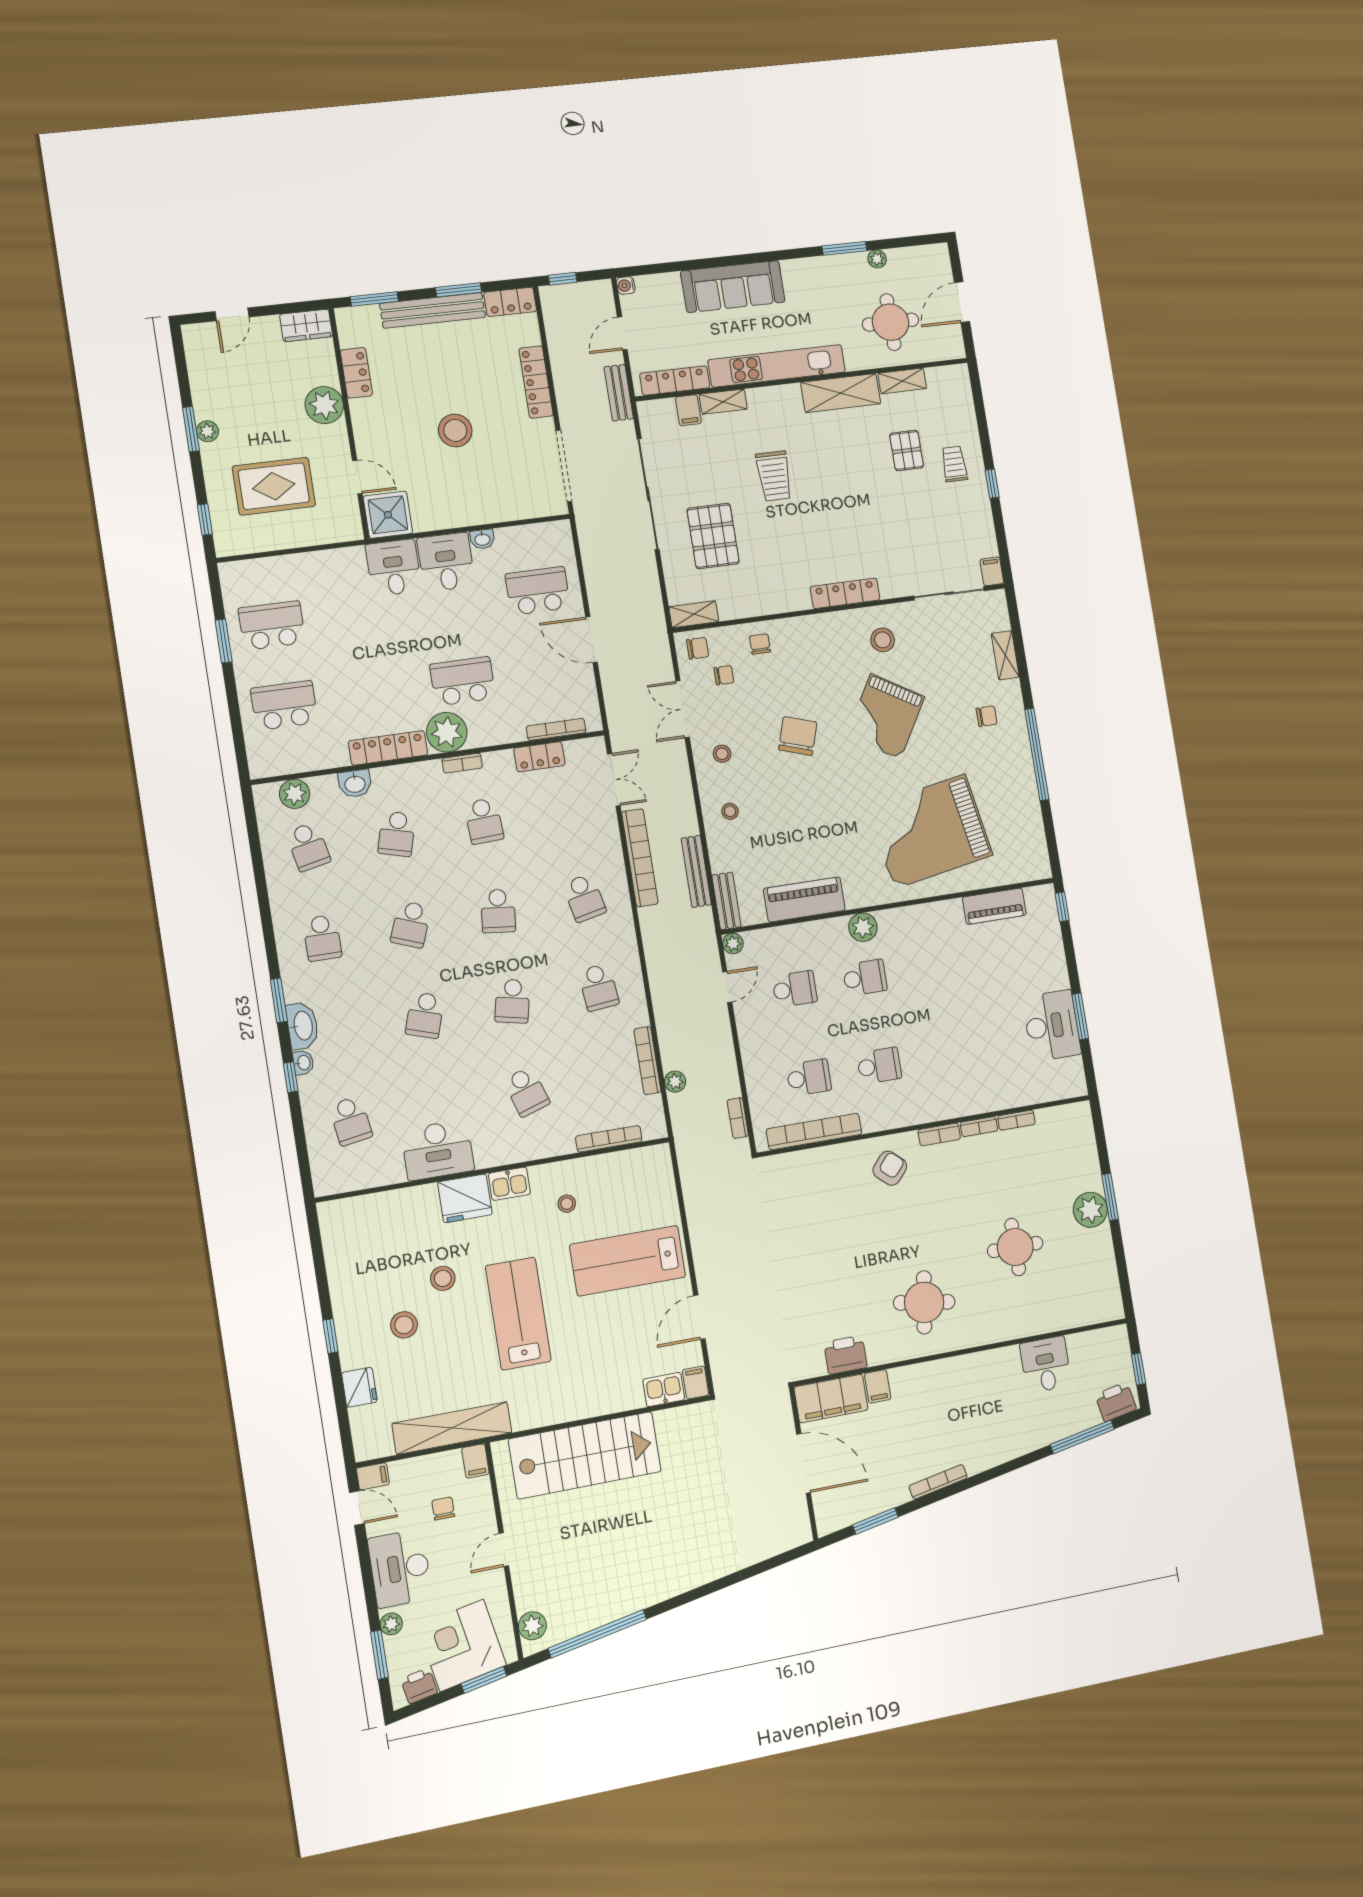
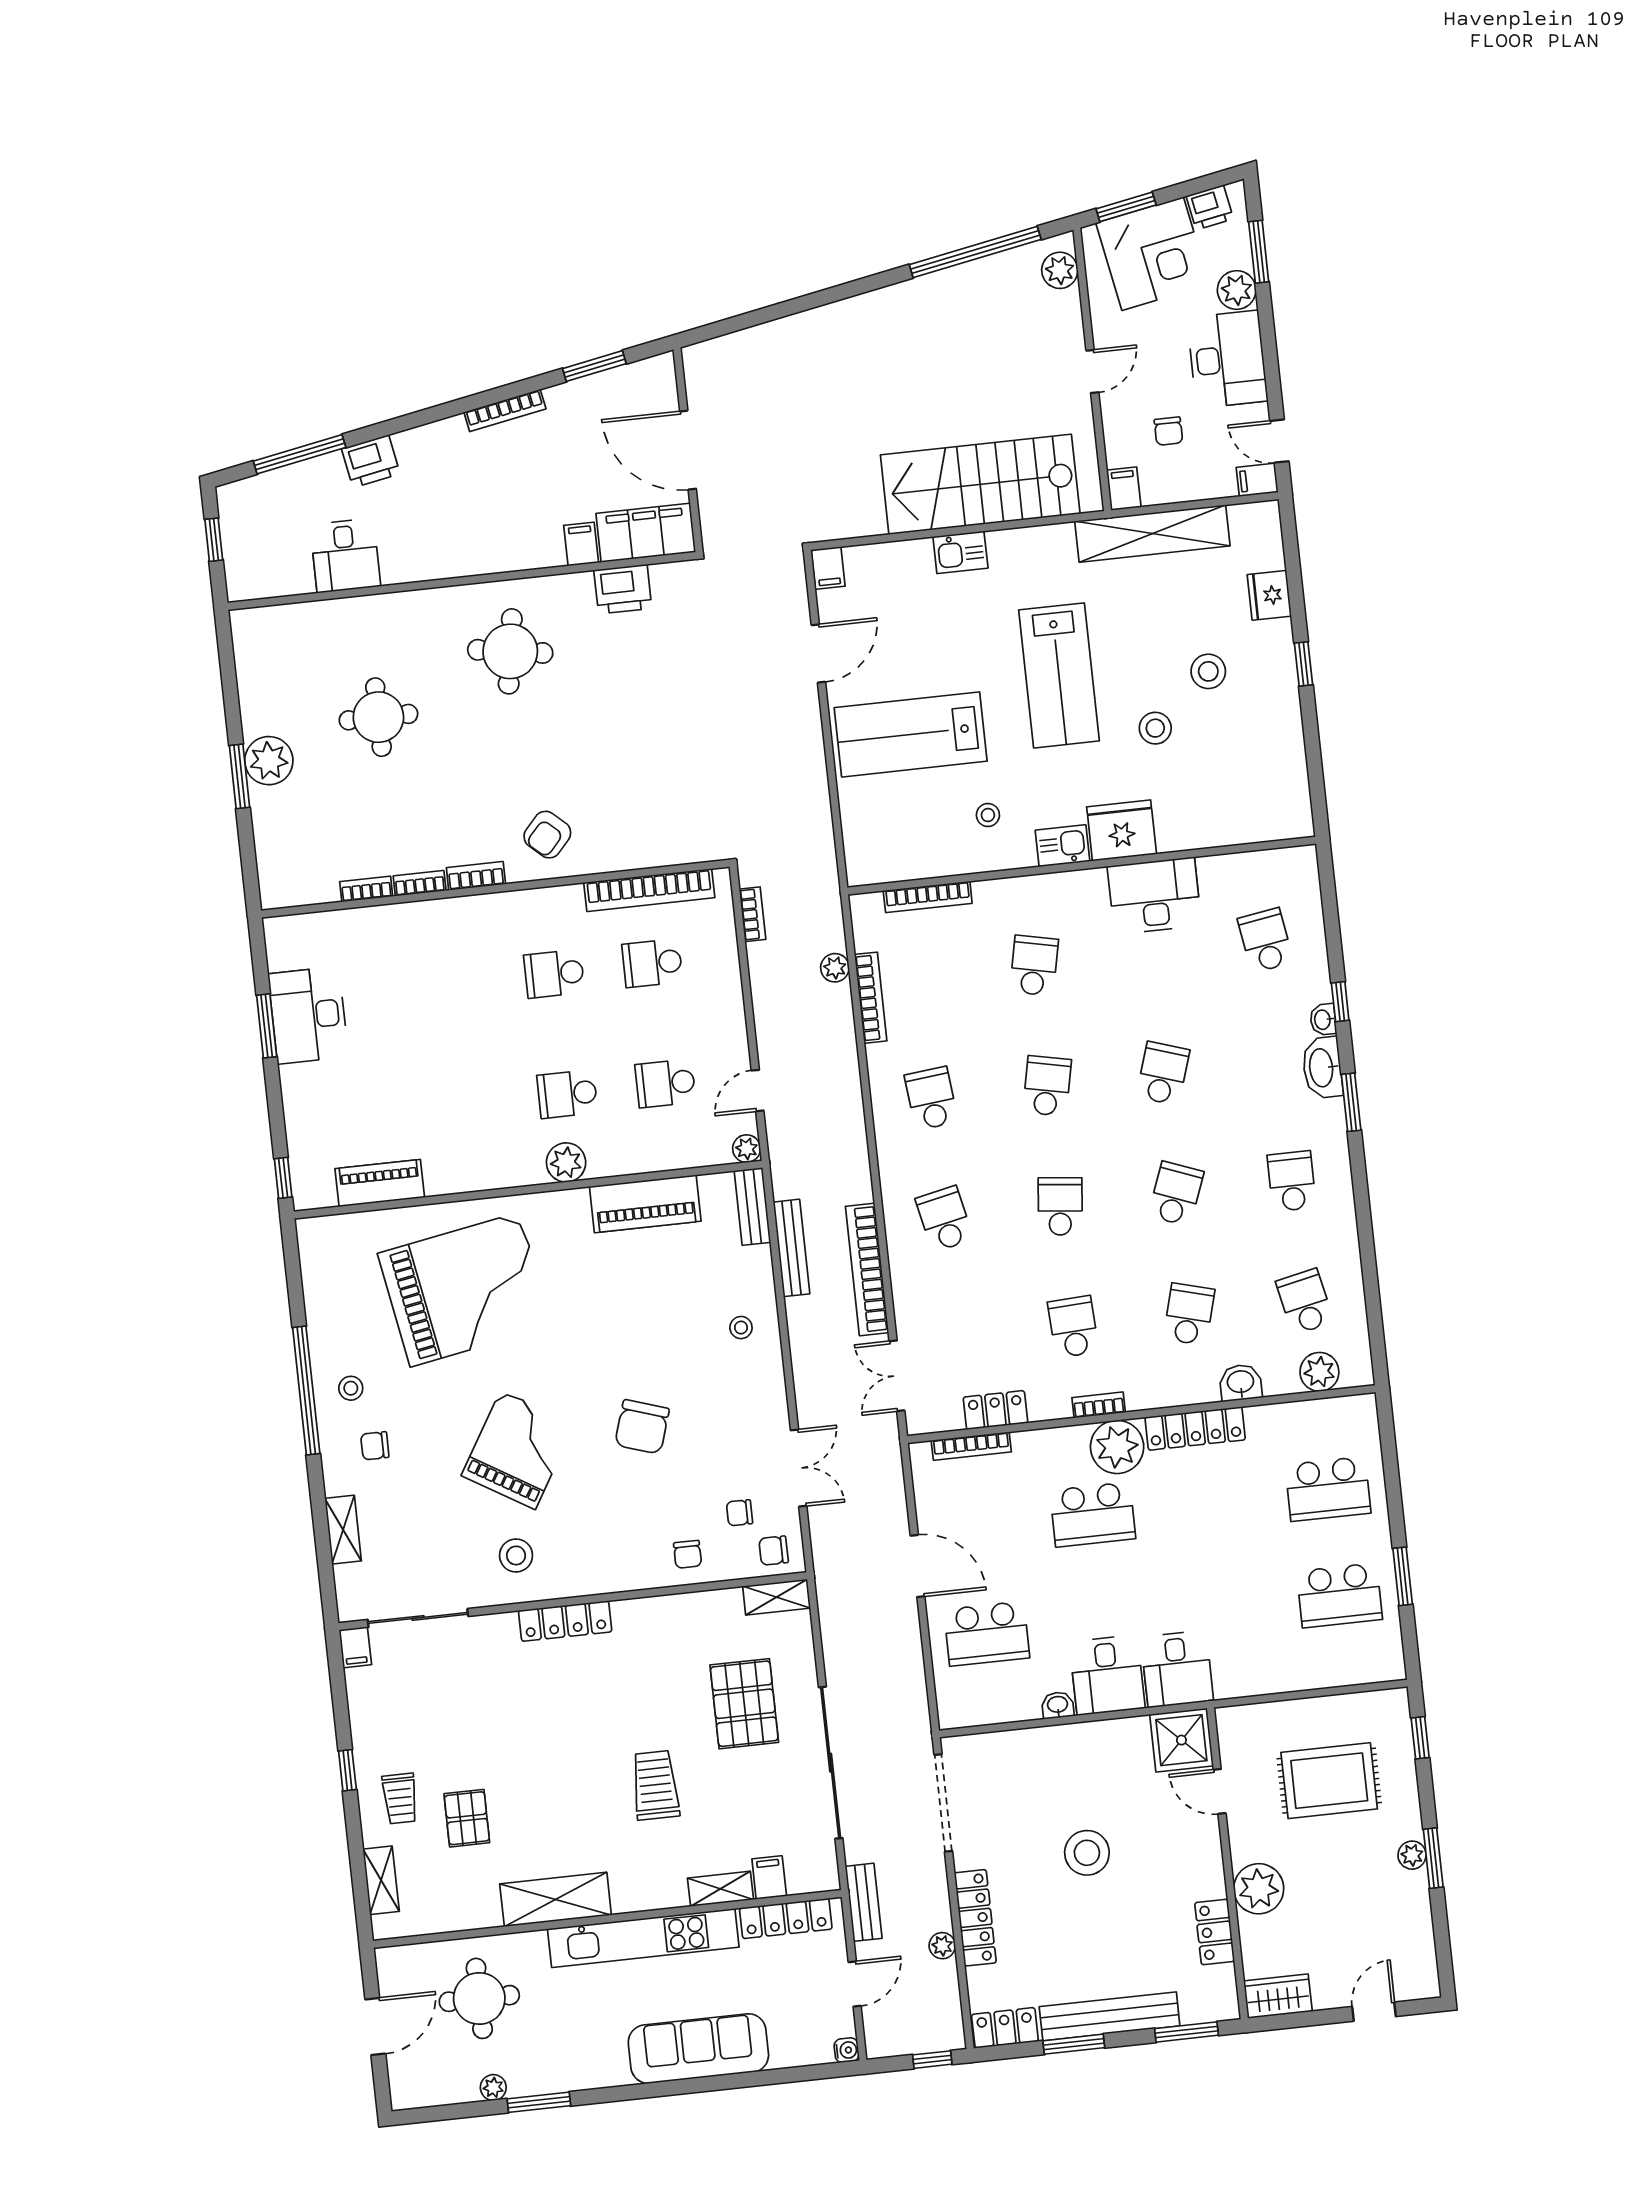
plant: (559, 362) -> (942, 1946), added
shelving: (902, 381) -> (381, 1880), moved, turned 90
stool: (722, 754) -> (351, 1388), moved
school desk: (527, 1092) -> (1034, 966), turned 30
lab bench: (628, 1261) -> (911, 734), turned 180
kitchen sink: (664, 1389) -> (960, 552), moved
printer: (1116, 1402) -> (371, 461), moved
plant: (391, 1624) -> (1237, 290), width x1.38, depth x1.38

